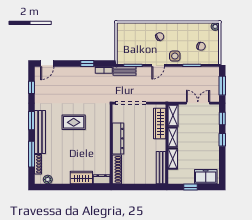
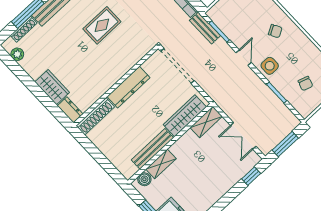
door: (158, 65) -> (244, 58), swing flipped
double door: (198, 103) -> (243, 136), swing flipped
rug: (74, 122) -> (102, 25), turned 90
shelving: (173, 137) -> (183, 143), removed
window: (222, 140) -> (229, 197), removed
bench: (161, 168) -> (152, 149), moved
boiler: (173, 174) -> (144, 179), added

